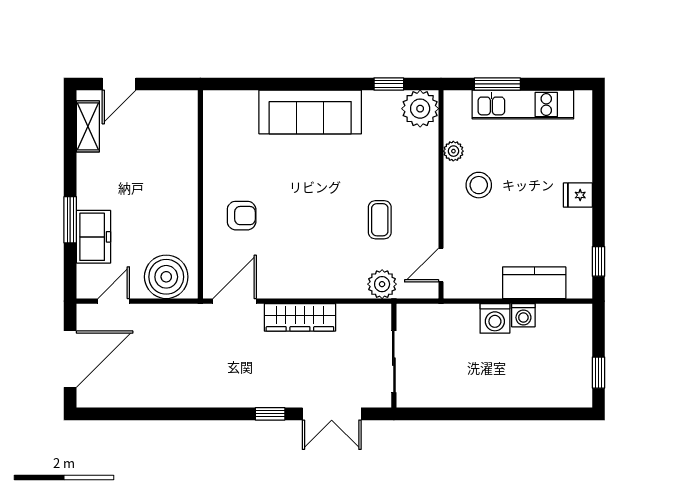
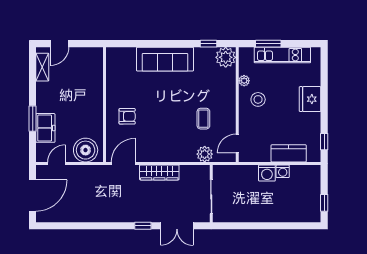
fridge: (578, 195) -> (310, 99), width x1.88, depth x1.34

